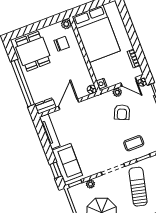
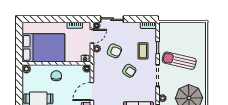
chair: (62, 44) -> (56, 76), moved
door: (69, 104) -> (92, 91), hinge flipped
armchair: (107, 137) -> (129, 71), added

